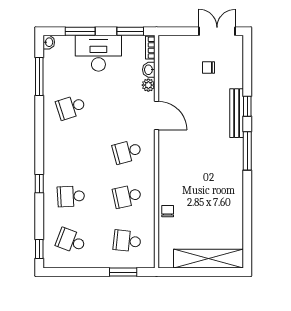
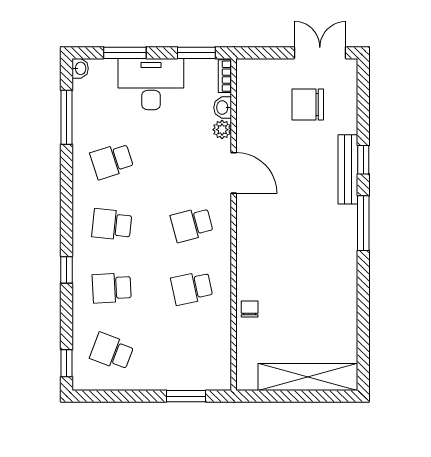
chair: (208, 68) -> (308, 105), width x1.87, depth x1.87
school desk: (127, 241) -> (112, 224), moved

